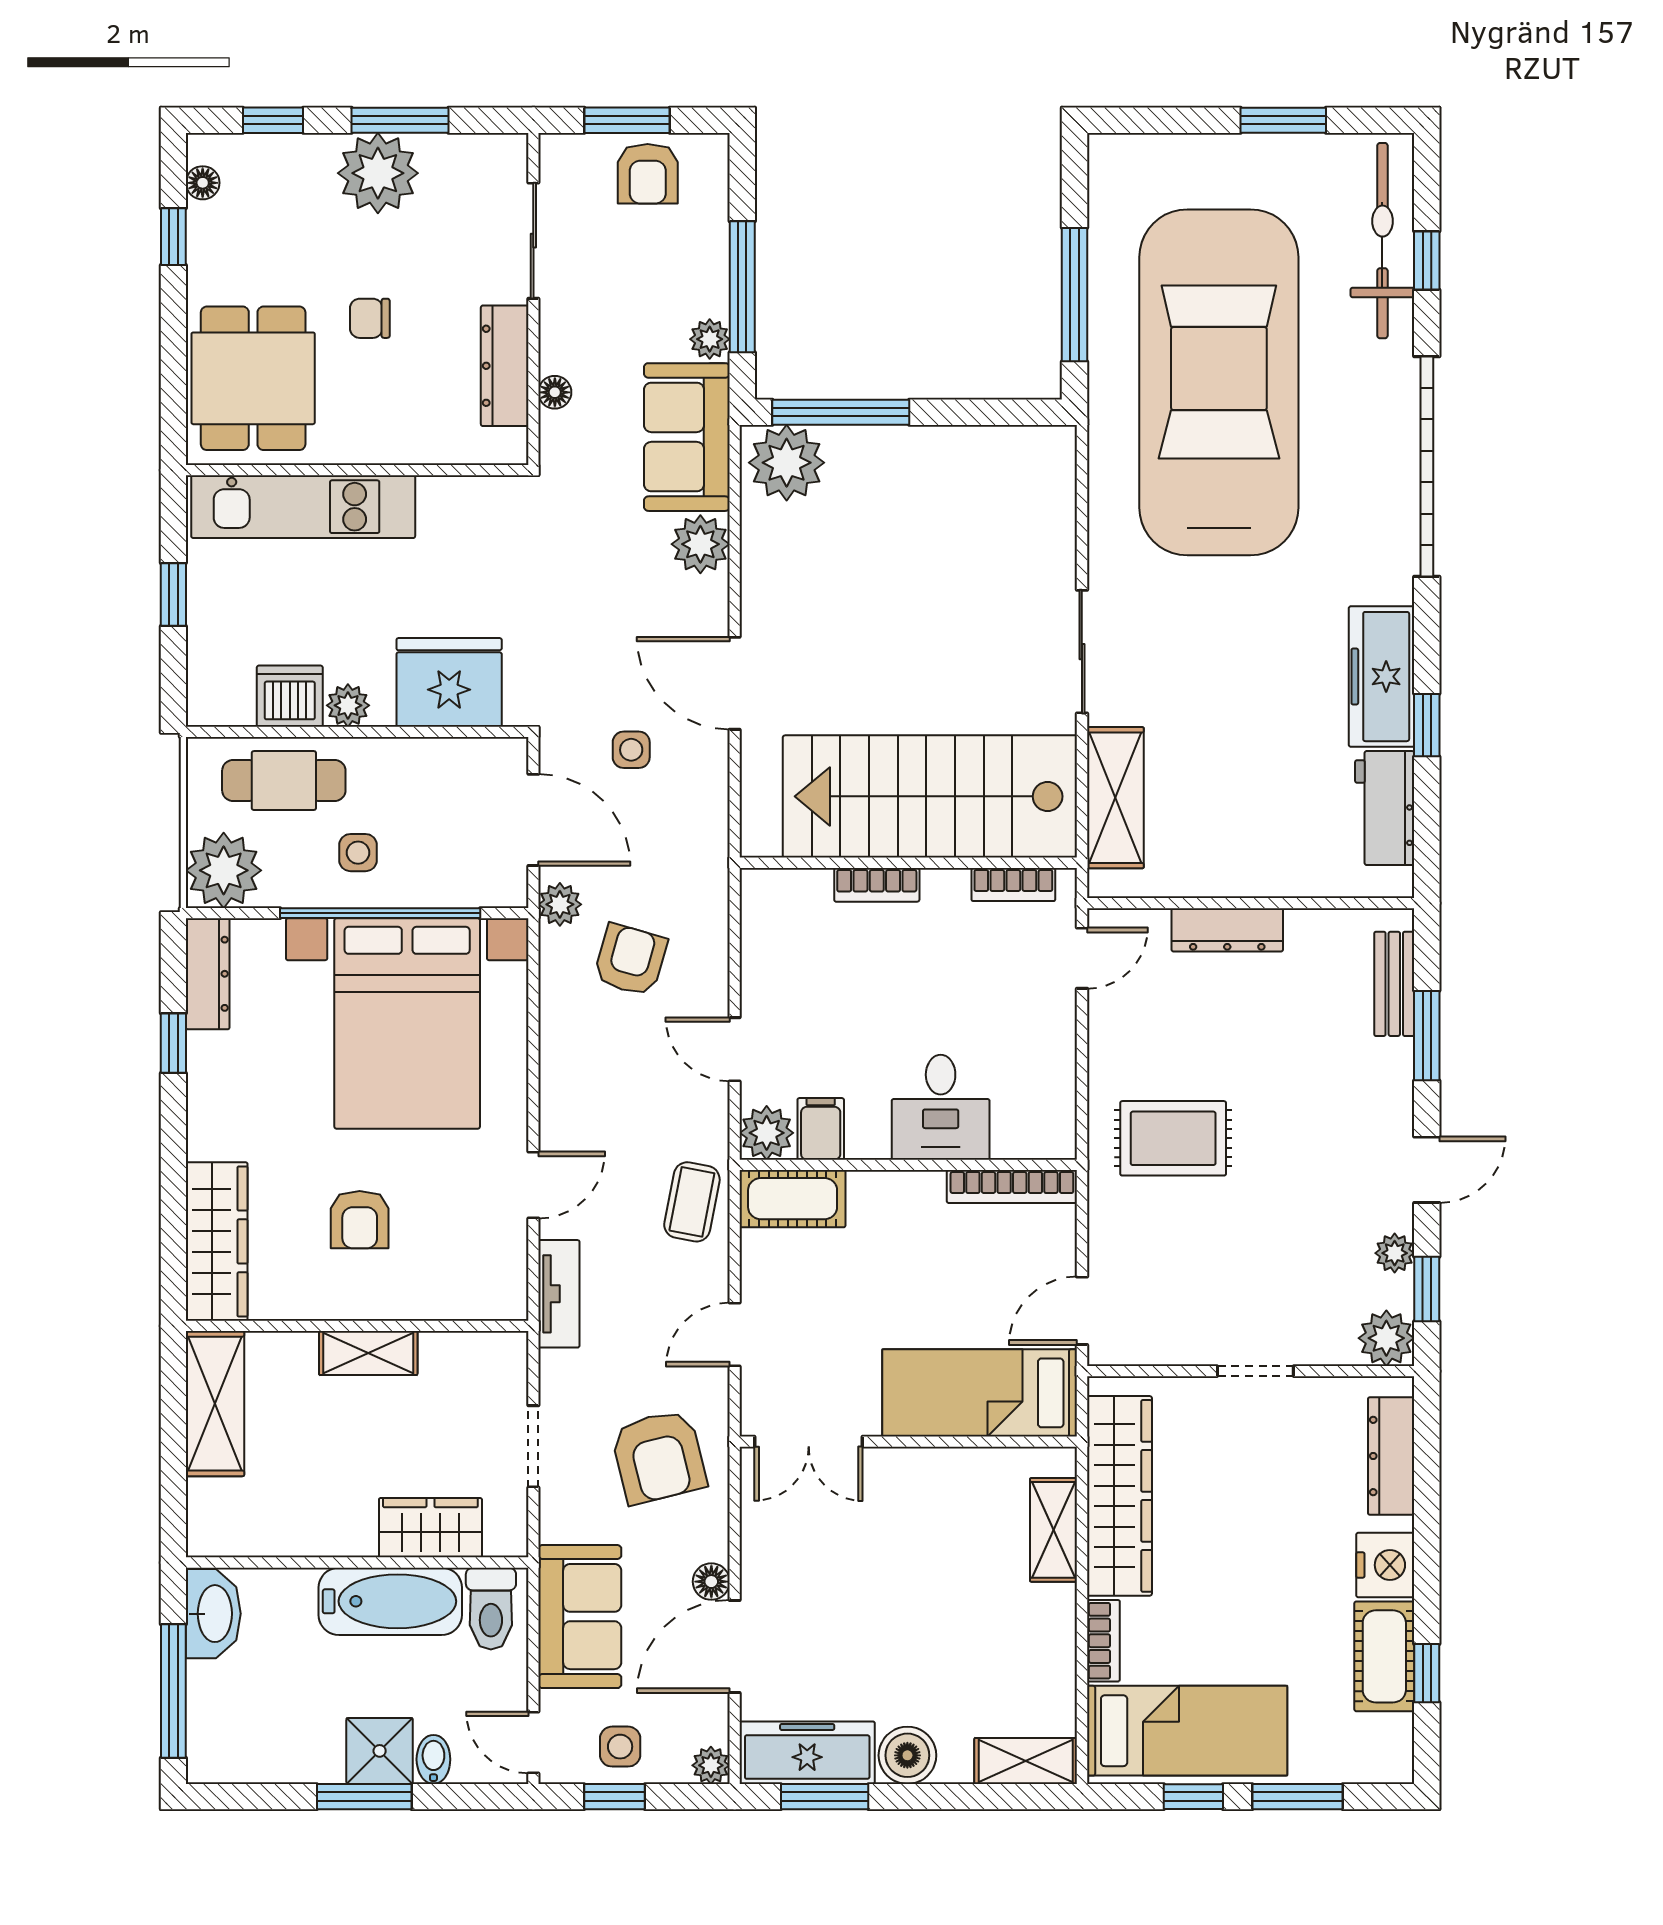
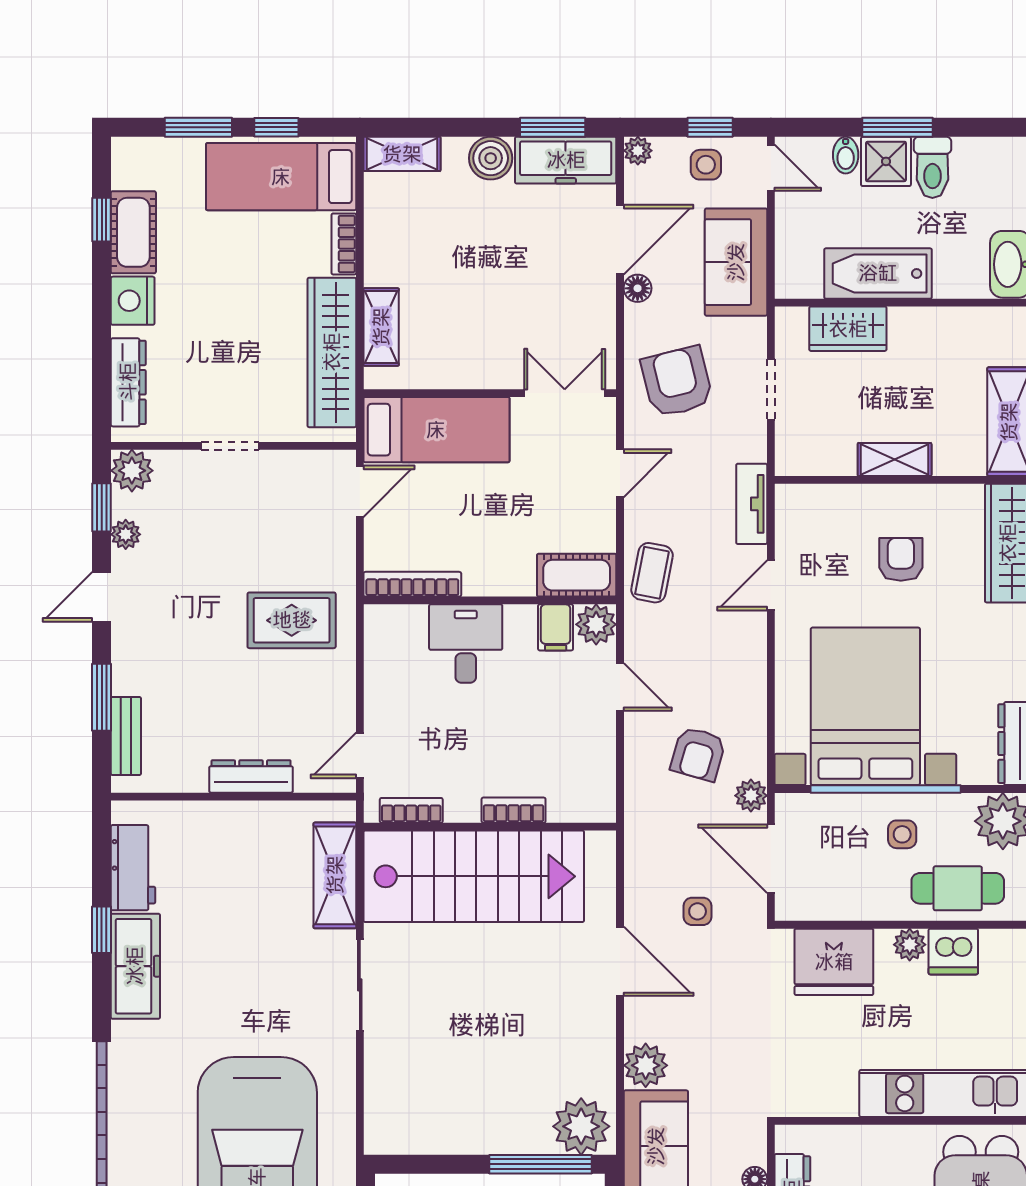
toilet: (491, 1609) -> (932, 167), moved, turned 180

